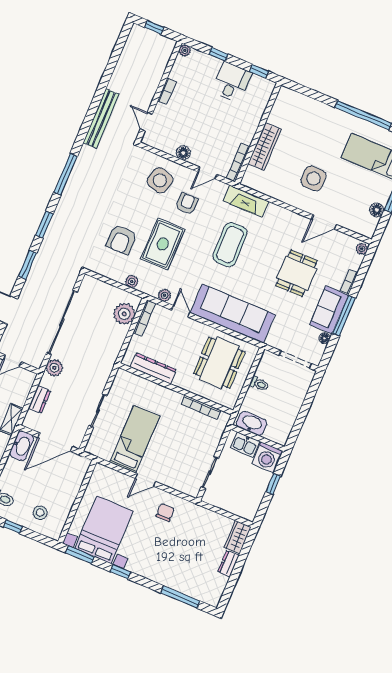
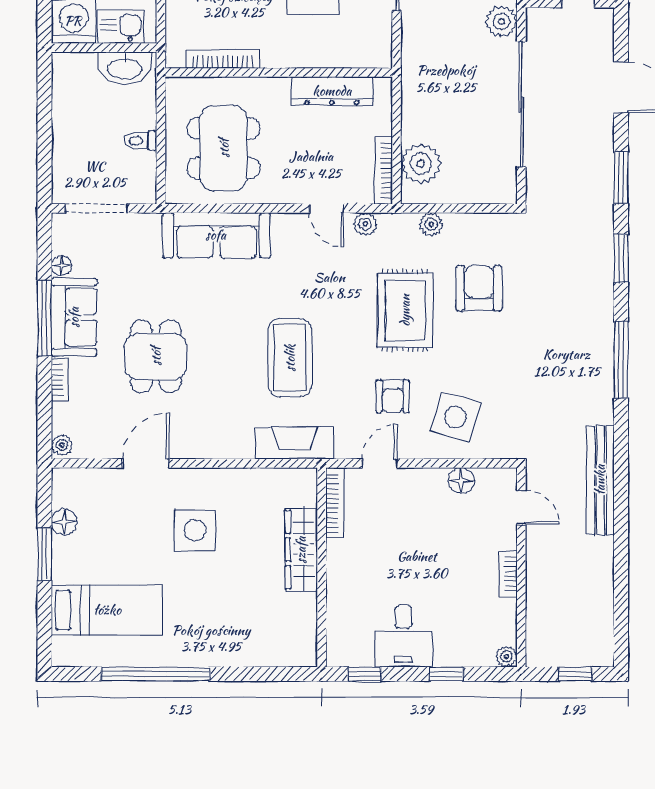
floor lamp: (183, 153) -> (461, 480), moved
sofa: (233, 314) -> (216, 235), width x0.74, depth x0.79

